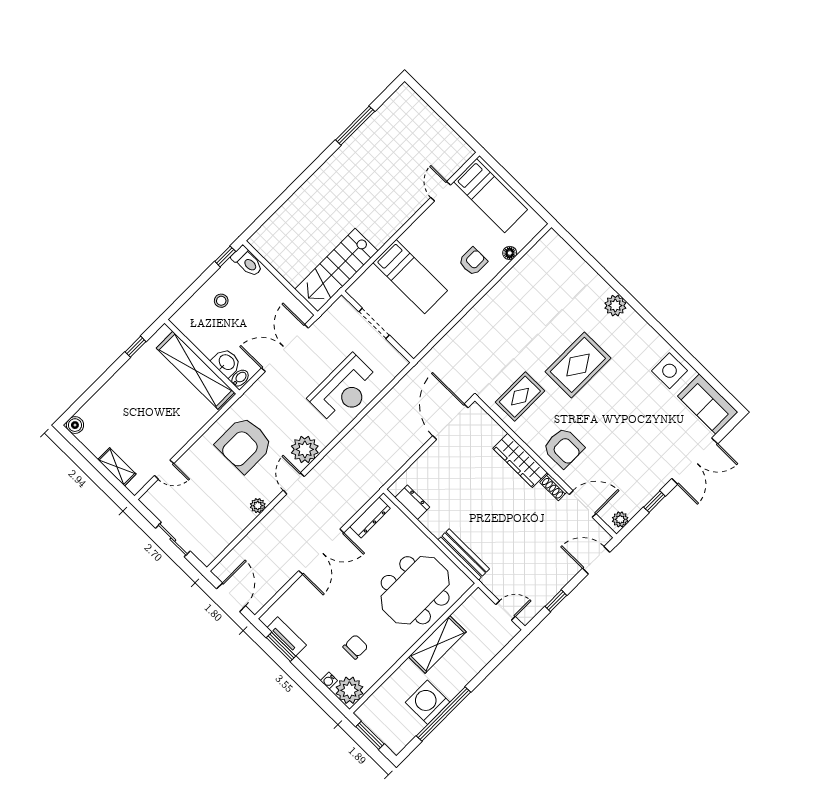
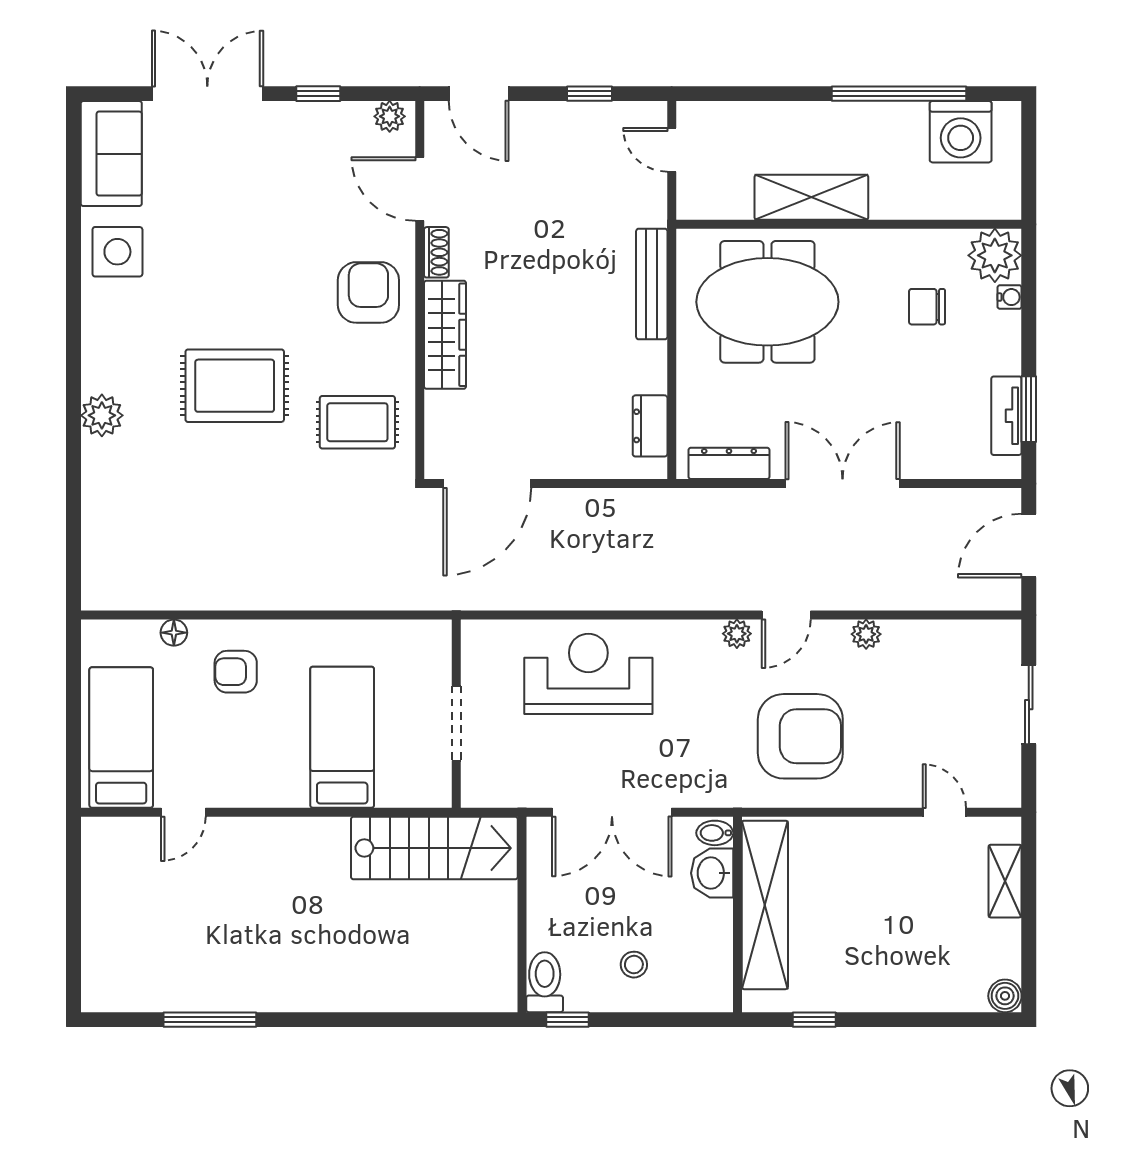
plant: (305, 449) -> (737, 634), width x0.53, depth x0.53
washing machine: (428, 702) -> (961, 132), moved
window: (370, 735) -> (1029, 166), removed

